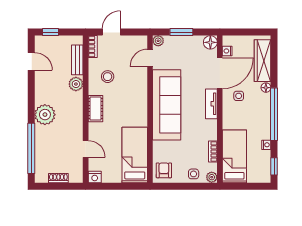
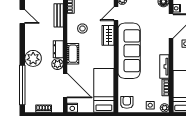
plant: (76, 84) -> (57, 64), moved
wardrobe: (140, 85) -> (108, 35), added
dresser: (77, 103) -> (58, 49), added
tv unit: (211, 104) -> (164, 67), moved
door: (86, 149) -> (65, 86), width x1.87

